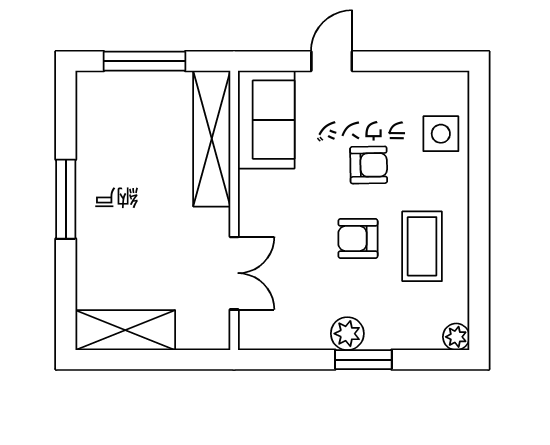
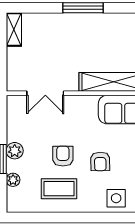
shelving: (125, 330) -> (14, 30), width x0.67, depth x0.75
plant: (456, 337) -> (13, 180), moved

